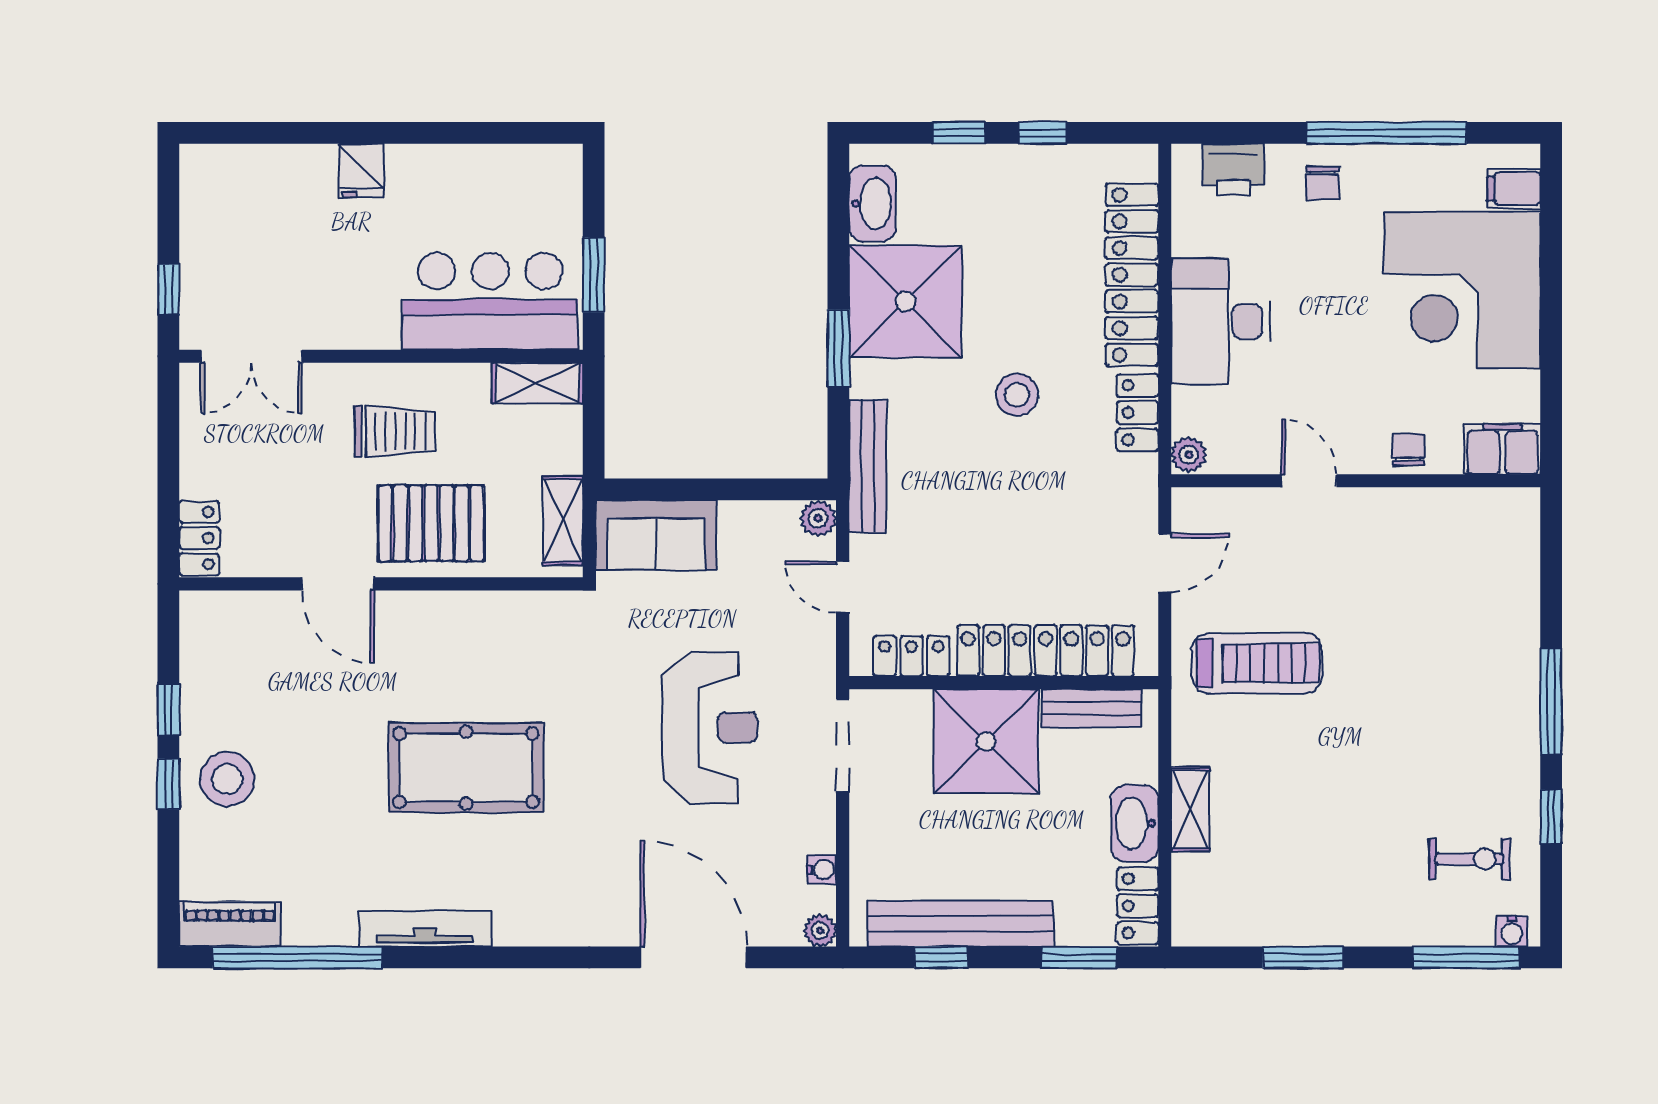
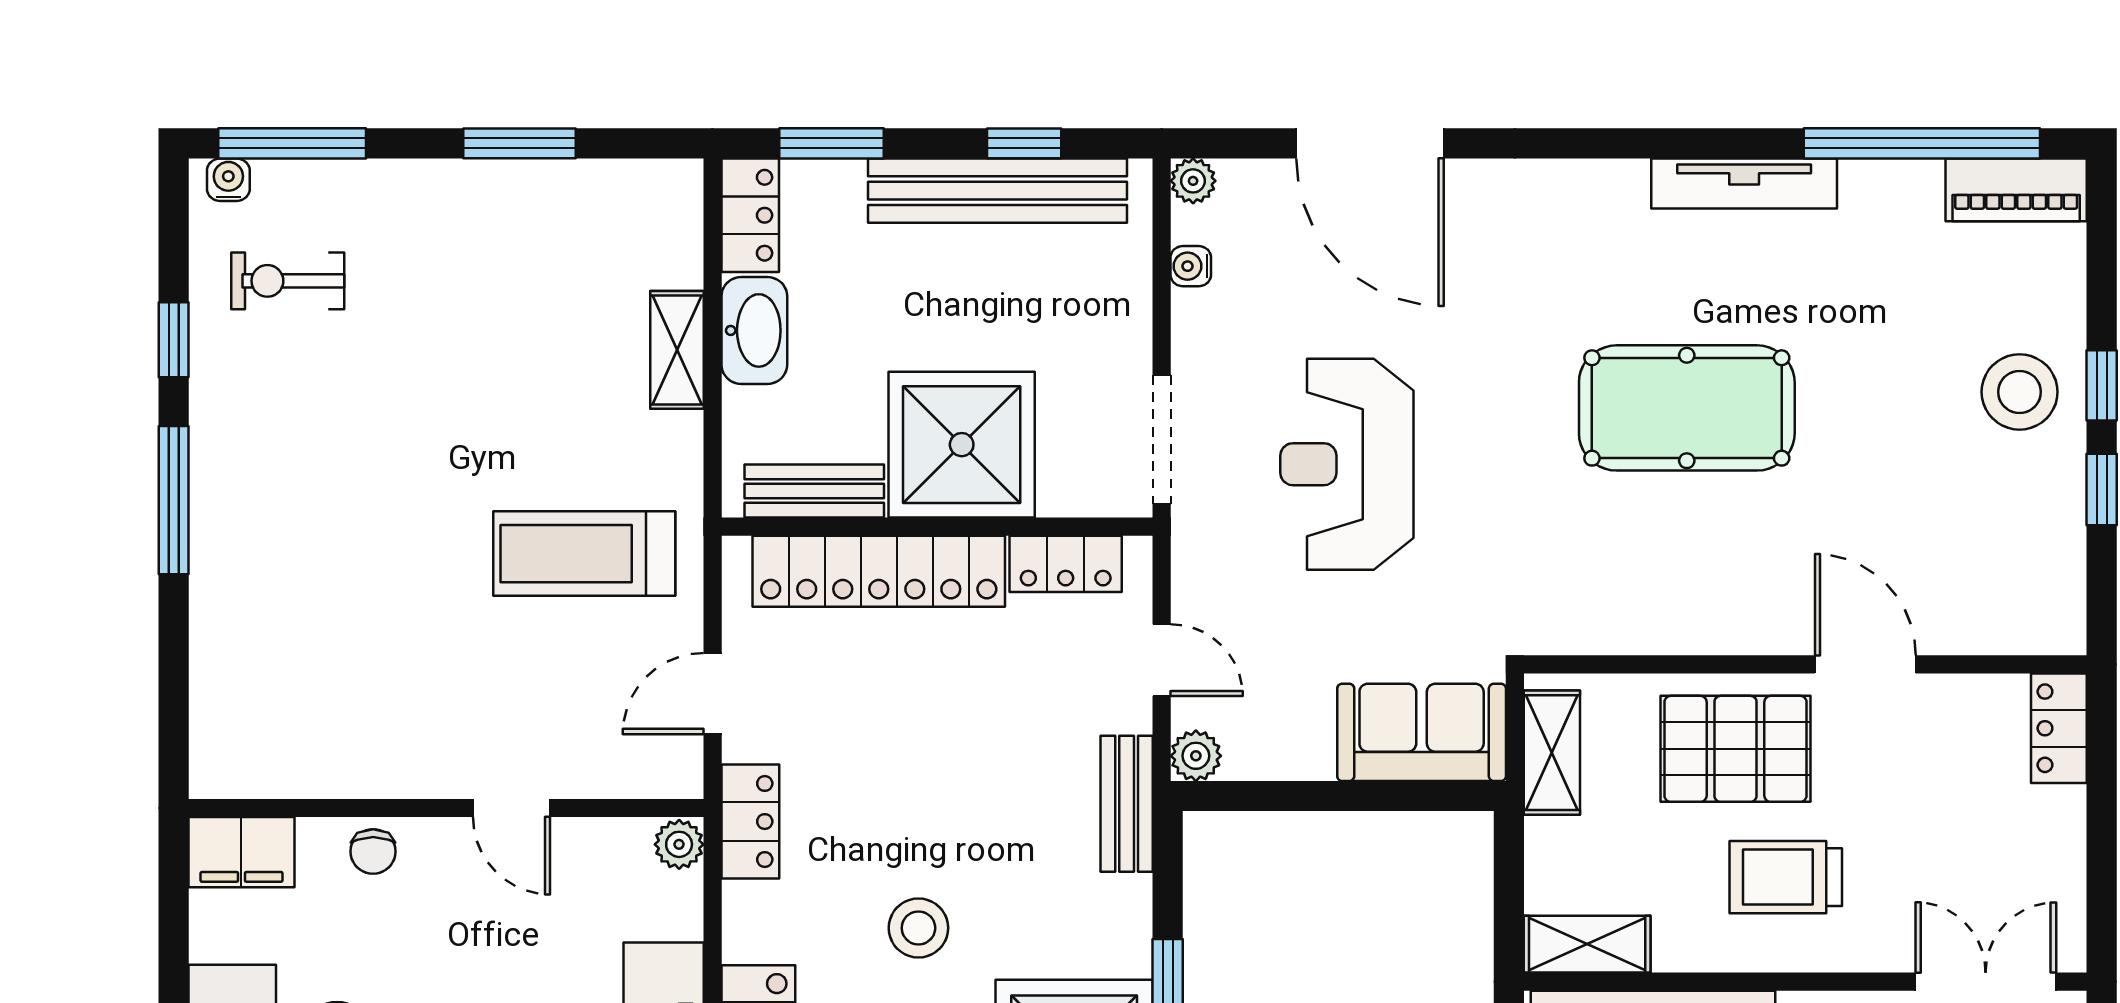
locker: (1138, 413) -> (750, 822), moved
bench: (868, 466) -> (1127, 804), width x0.73

